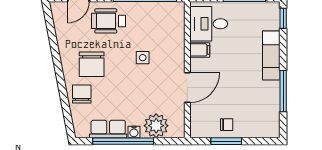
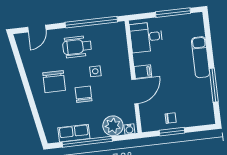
window: (283, 18) -> (207, 25), removed
wheelchair: (108, 21) -> (77, 47), moved
filing cabinet: (200, 50) -> (143, 72), moved
chair: (82, 94) -> (84, 94), moved
water cooler: (134, 132) -> (129, 129), moved

